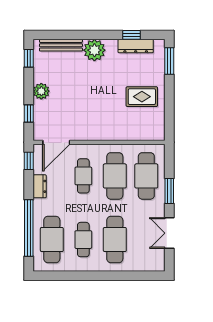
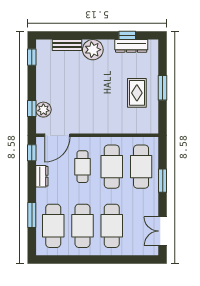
bench: (61, 45) -> (67, 45), width x0.73
window: (169, 61) -> (163, 88), moved
plant: (41, 91) -> (43, 110), moved
rug: (142, 97) -> (137, 93), turned 90
window: (29, 228) -> (32, 215), width x0.47
double door: (169, 233) -> (163, 231), moved
cafe table: (83, 240) -> (82, 226), width x1.37, depth x1.35

